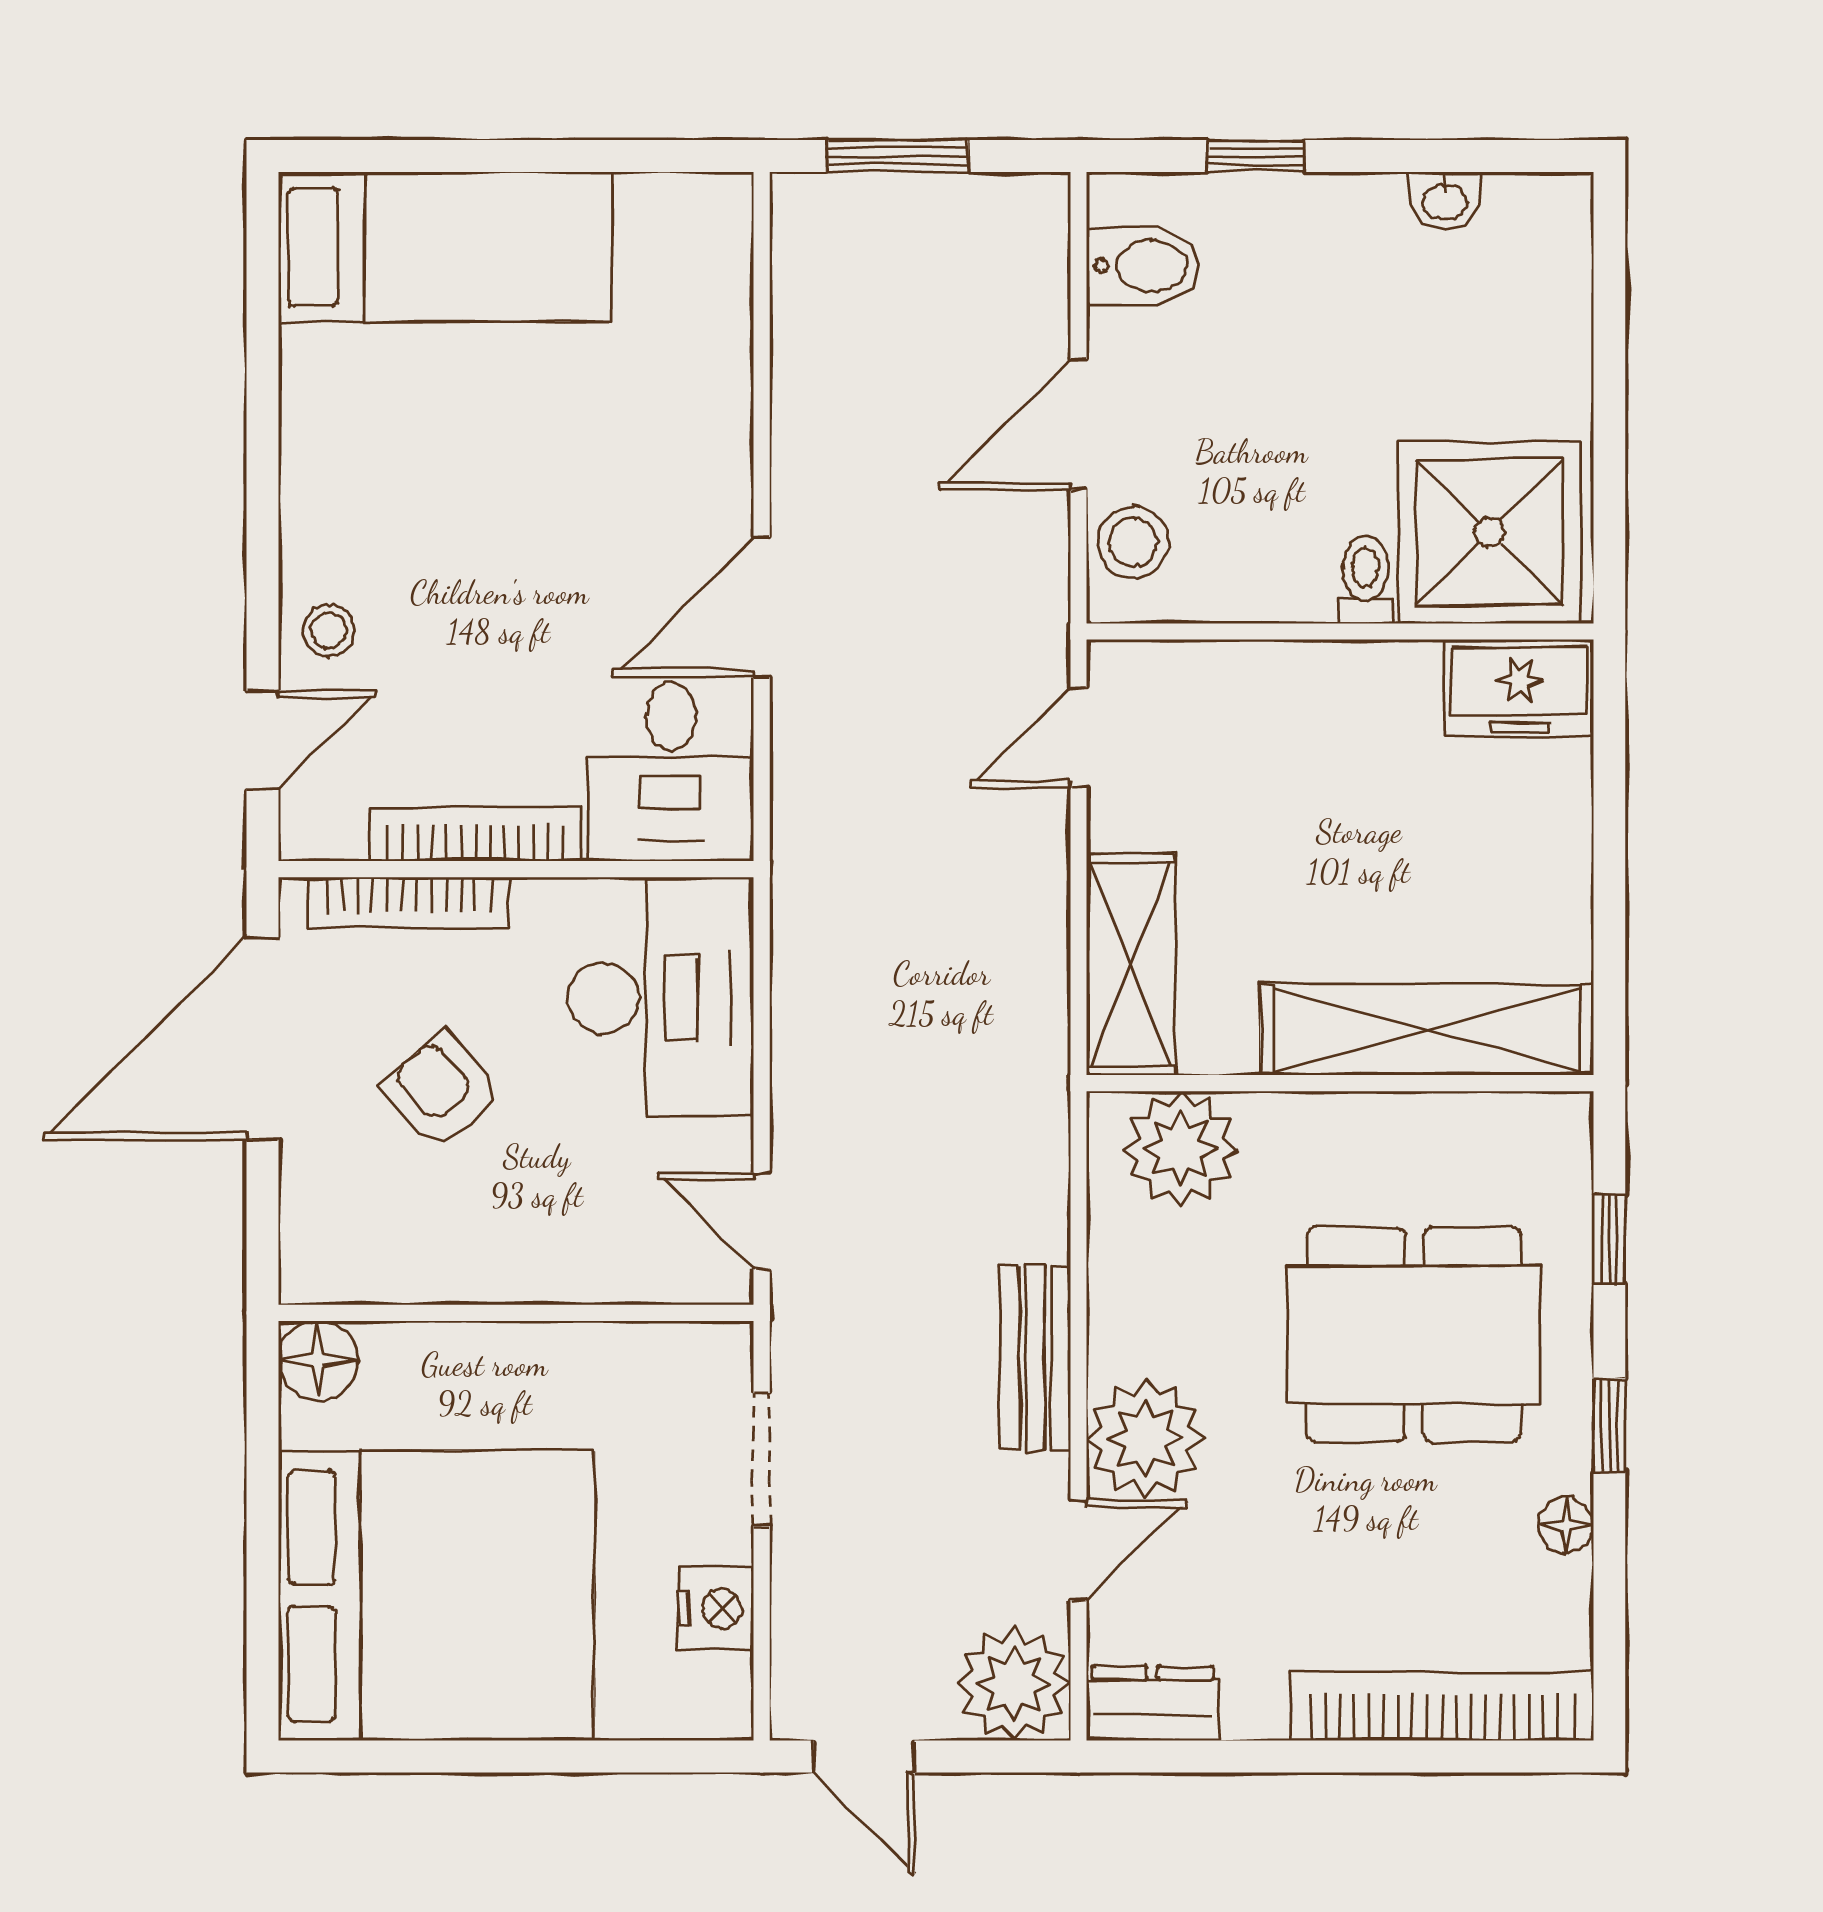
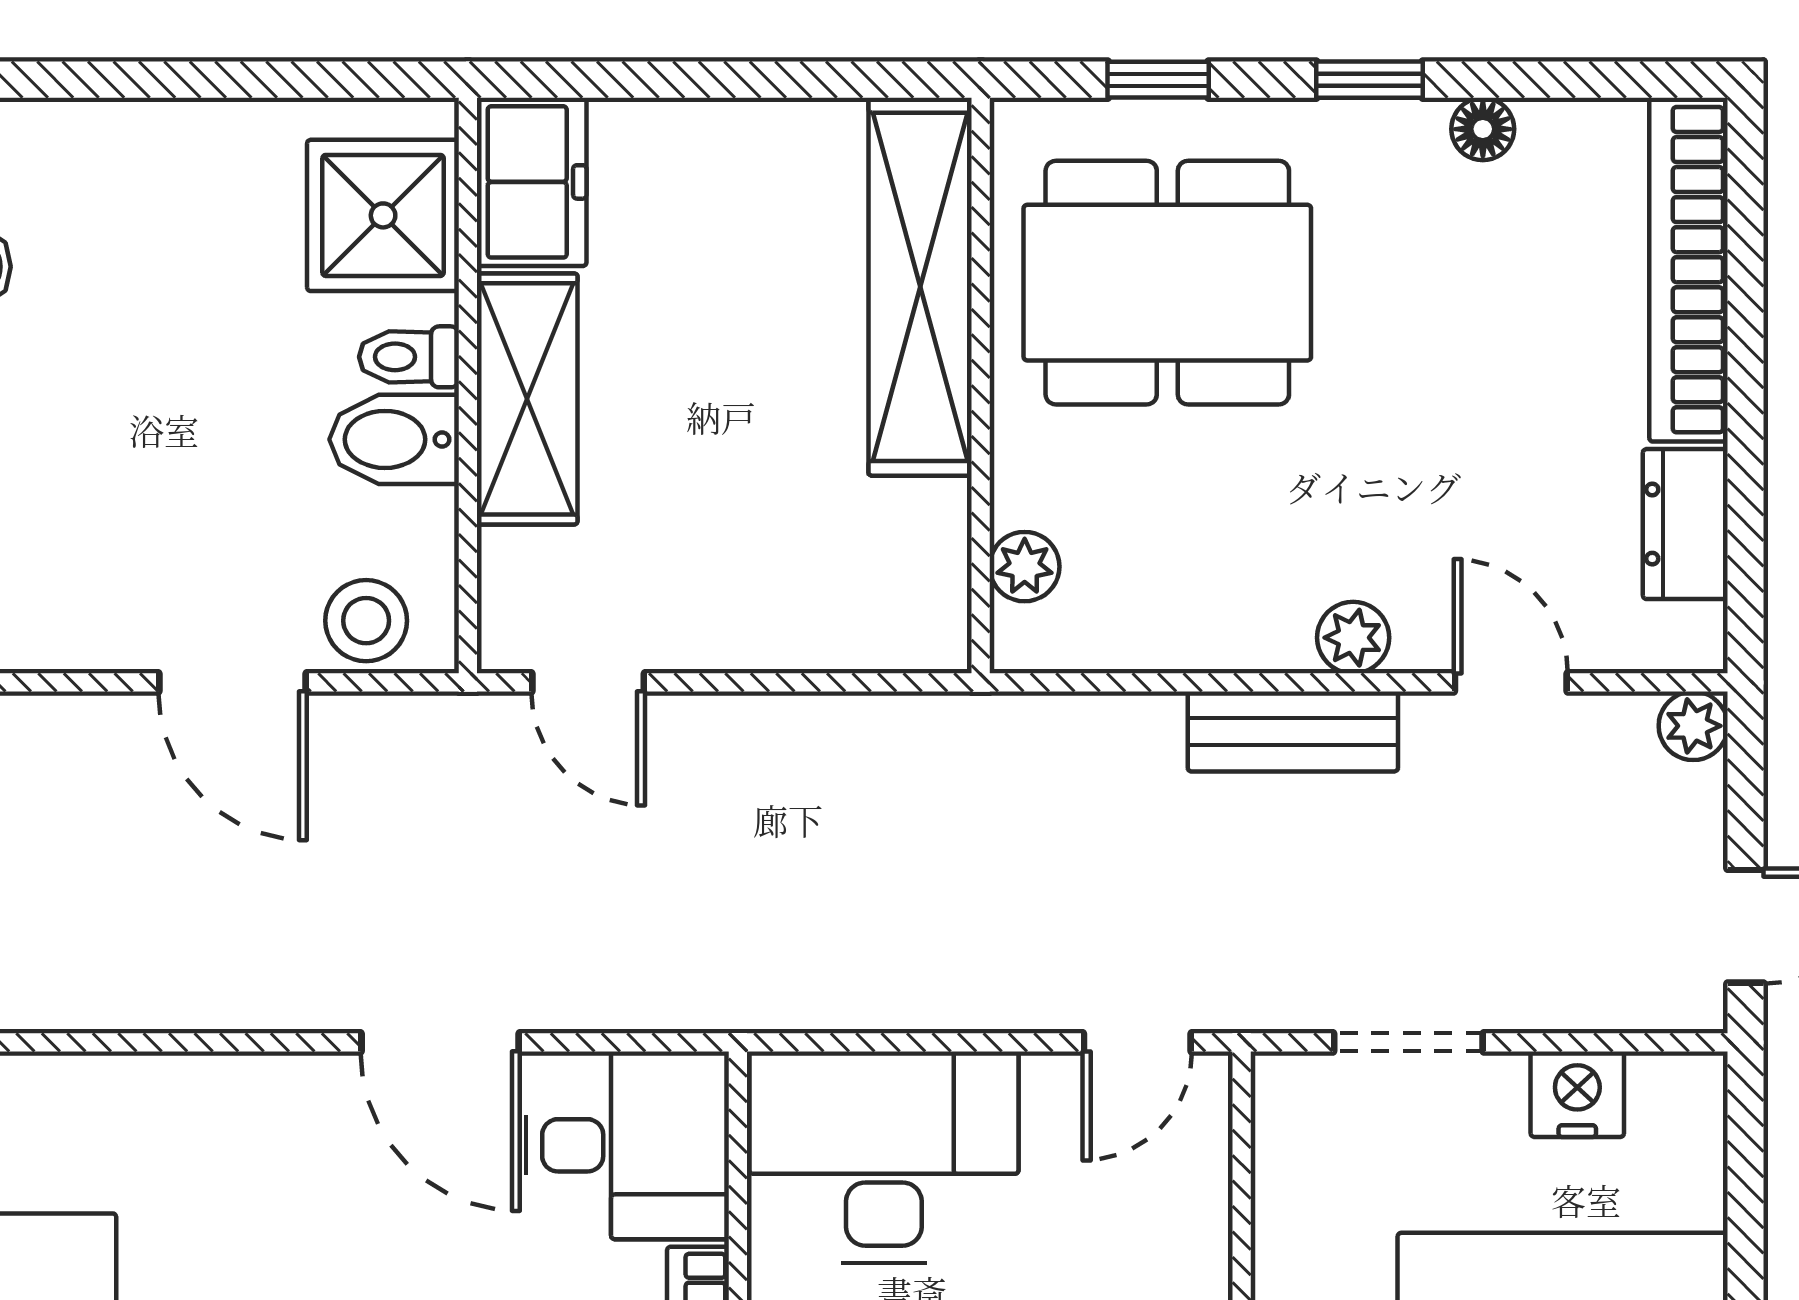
bidet: (1144, 266) -> (394, 439), moved, turned -90
shower: (1490, 532) -> (383, 215), width x0.73, depth x0.73
shelving: (1131, 965) -> (527, 399), moved, turned 90
plant: (1181, 1149) -> (1025, 567), width x0.53, depth x0.53
dining table: (1414, 1335) -> (1167, 283), moved, turned 90
plant: (1146, 1439) -> (1353, 638), width x0.53, depth x0.53
plant: (1014, 1684) -> (1693, 726), width x0.53, depth x0.53
dresser: (1153, 1703) -> (1685, 524), moved

